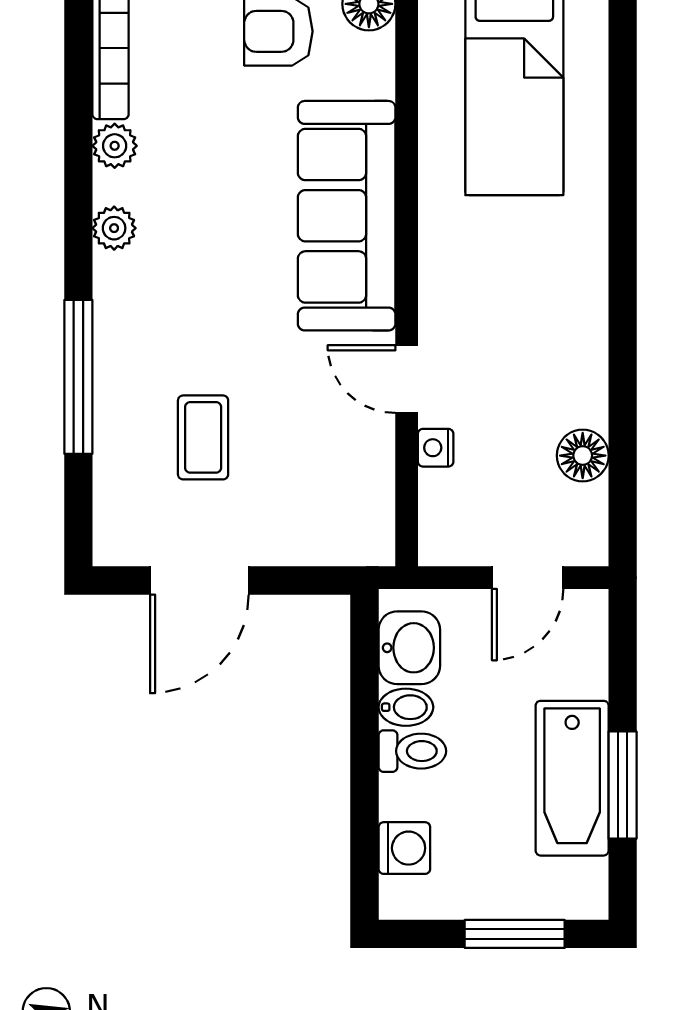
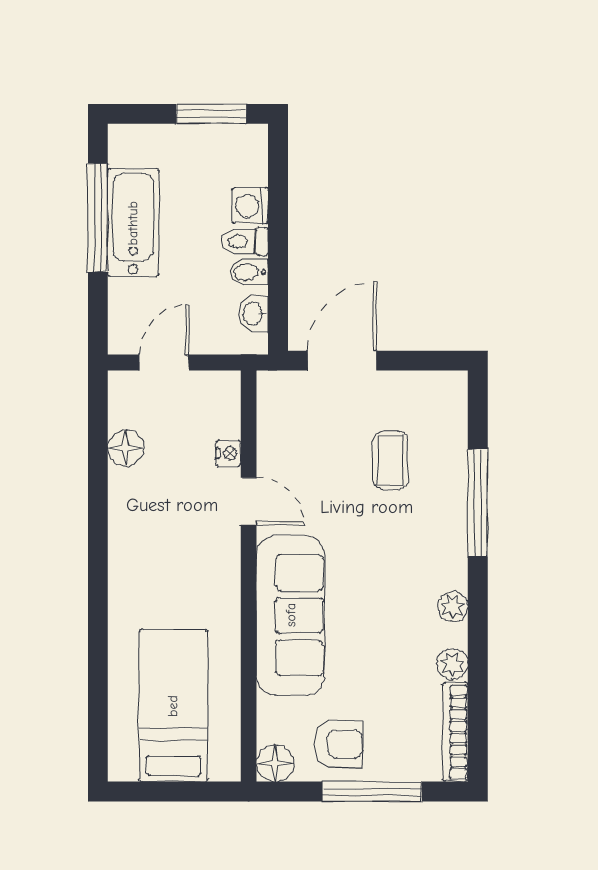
door: (199, 581) -> (342, 361), moved
washbasin: (409, 648) -> (253, 314), width x0.72, depth x0.69
window: (623, 785) -> (98, 218), width x1.44
washing machine: (404, 848) -> (250, 206), moved
window: (515, 934) -> (211, 114), moved

